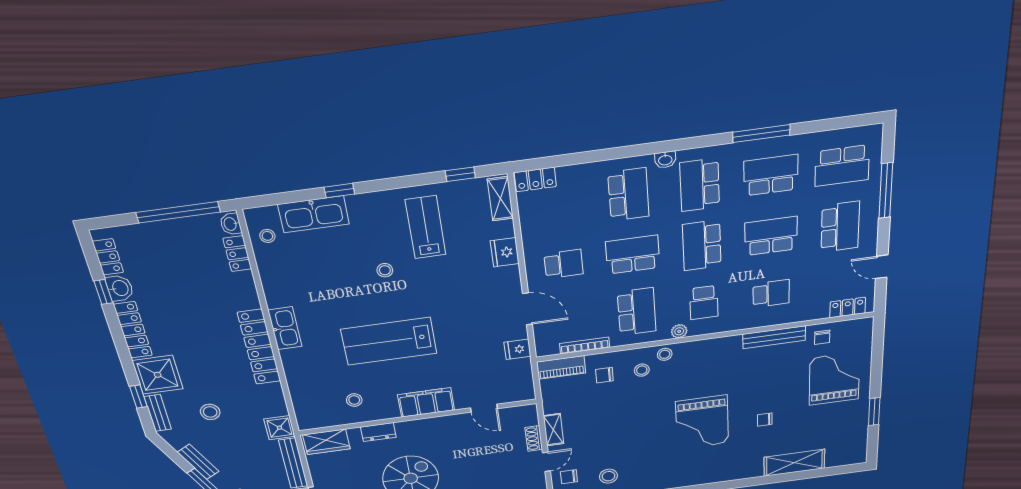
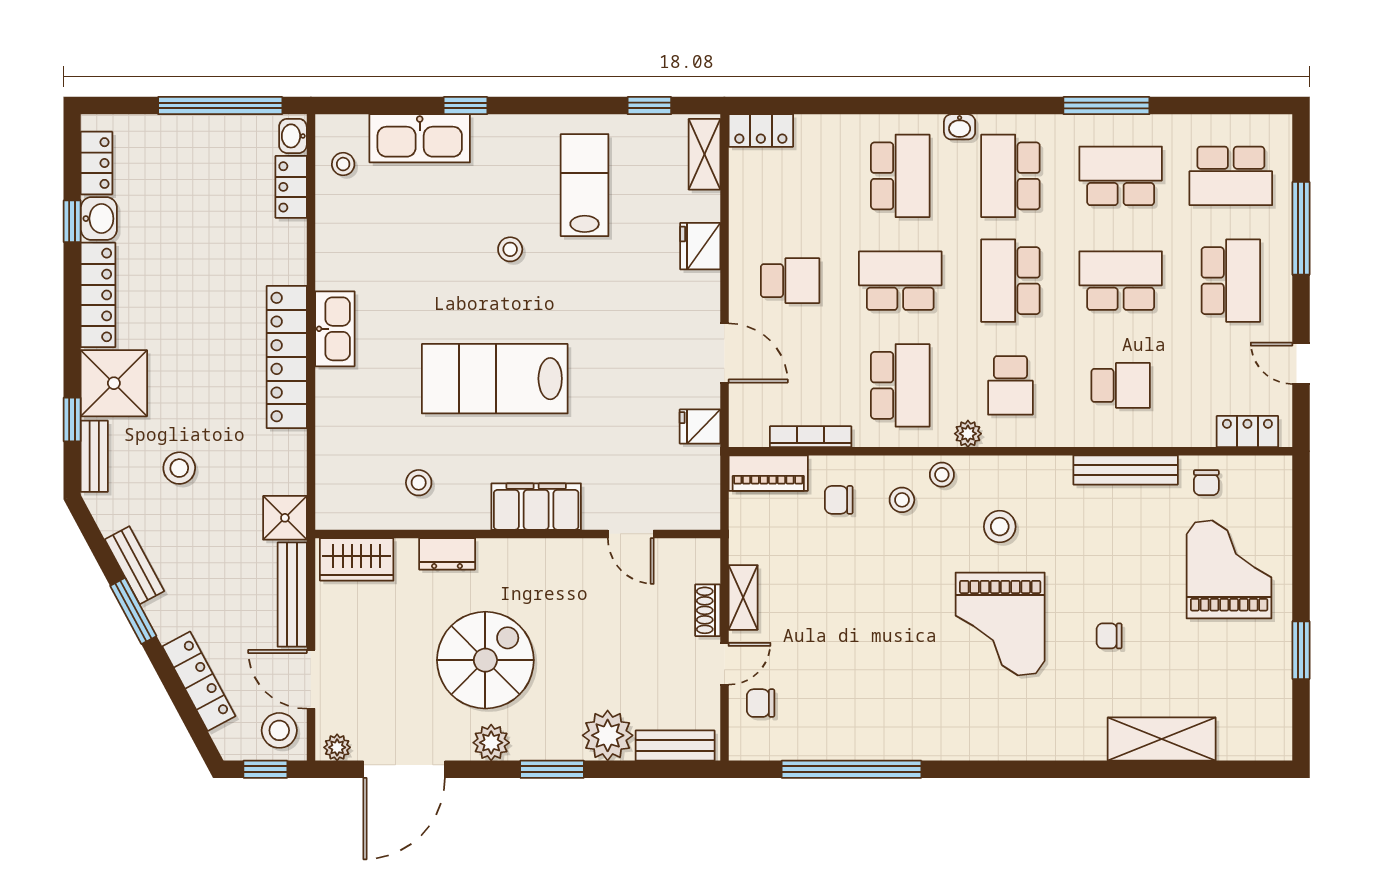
stool: (608, 476) -> (1000, 527), moved

